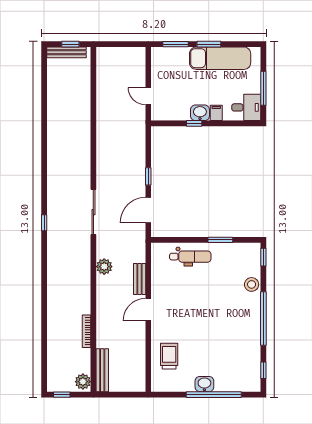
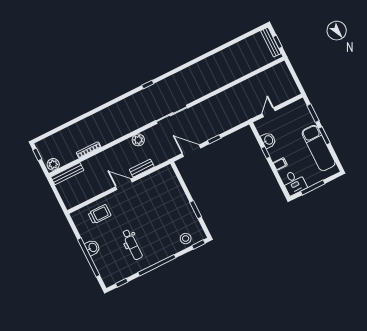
washbasin: (200, 113) -> (268, 140), moved
dental chair: (190, 257) -> (132, 245), moved
stool: (252, 284) -> (186, 239), moved

